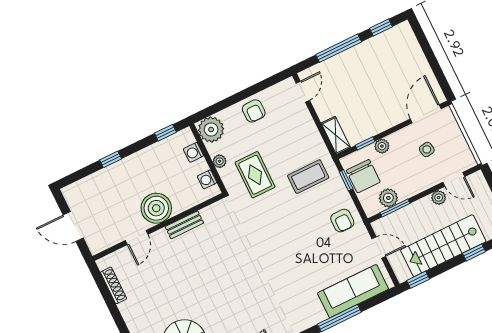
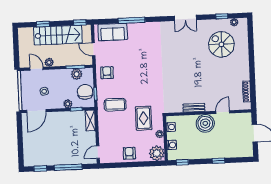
sofa: (353, 291) -> (113, 32), width x0.73

